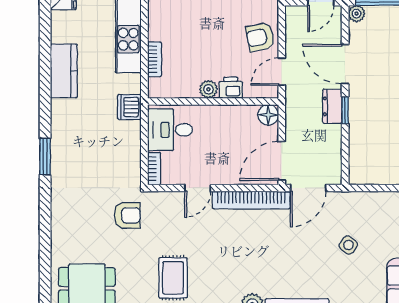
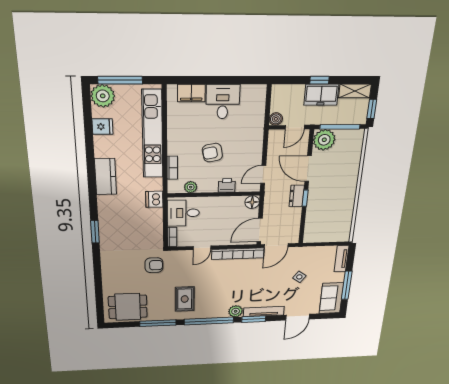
plant: (357, 14) -> (324, 140), width x1.88, depth x1.88
armchair: (260, 37) -> (212, 153), moved
plant: (208, 89) -> (191, 187), moved

